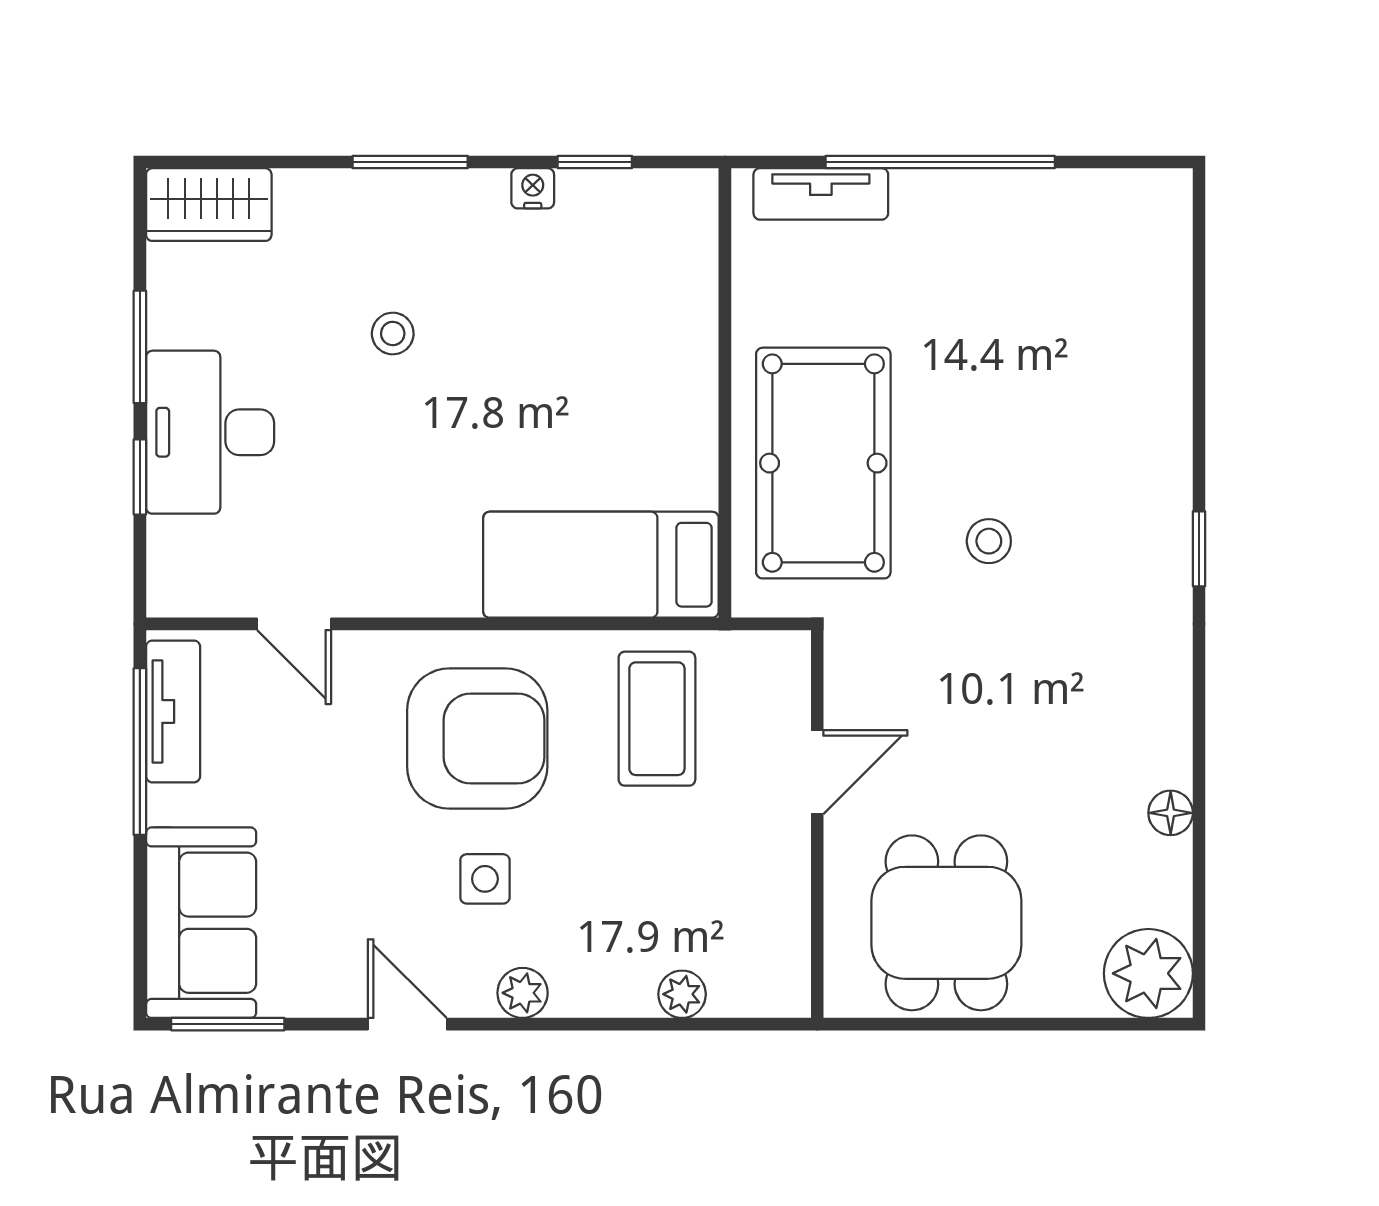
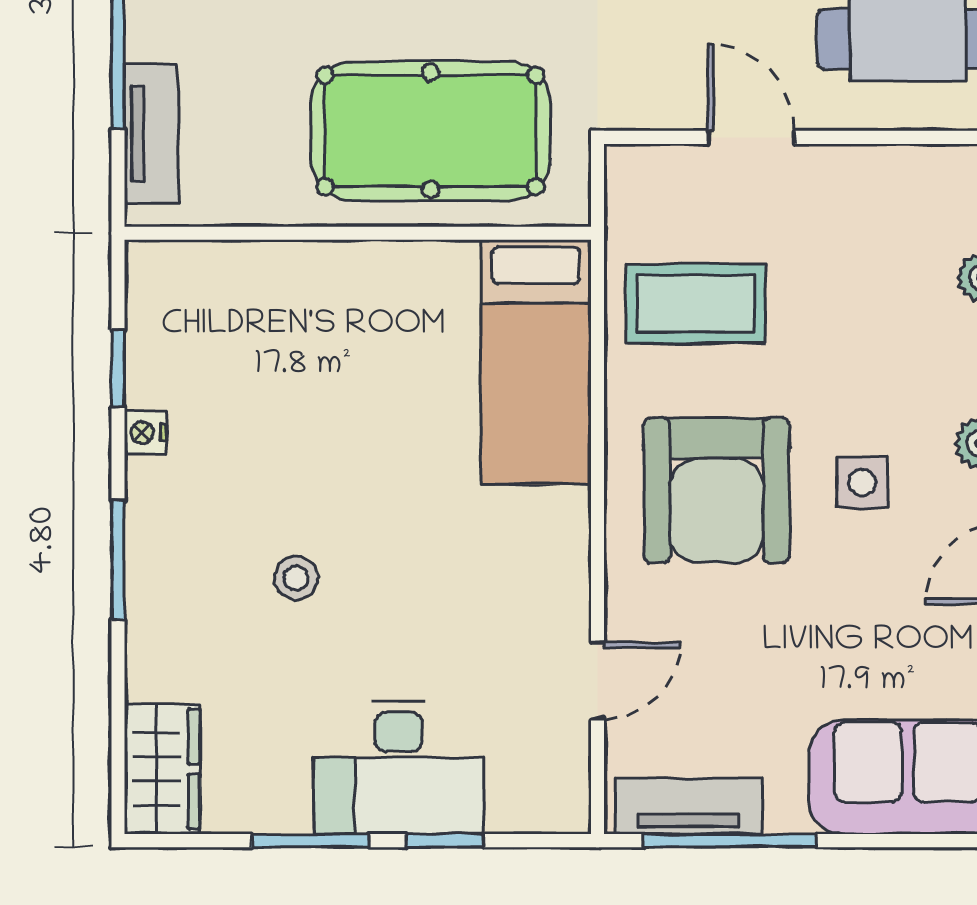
armchair: (477, 738) -> (717, 490), turned 180

